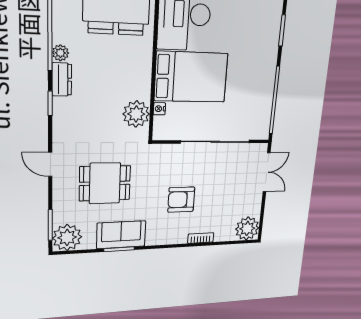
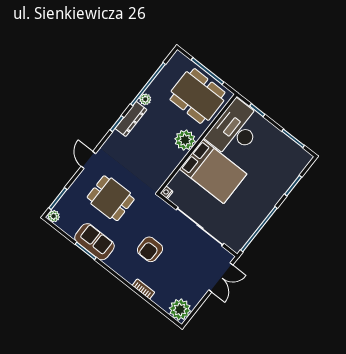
dresser: (62, 79) -> (131, 119), width x1.44
nightstand: (159, 109) -> (167, 192), moved
plant: (136, 114) -> (185, 140), moved
armchair: (181, 200) -> (150, 249), turned -90
plant: (67, 237) -> (54, 216), width x0.53, depth x0.53

